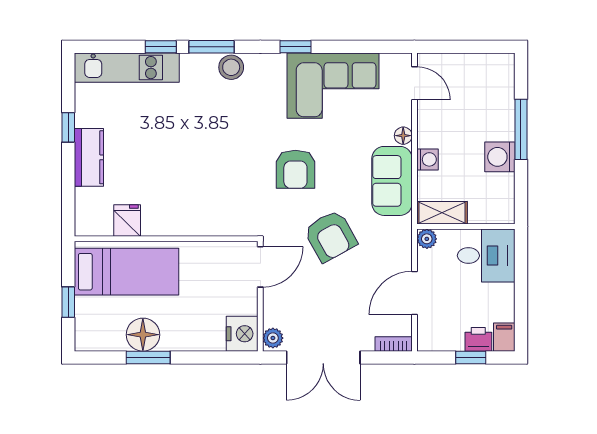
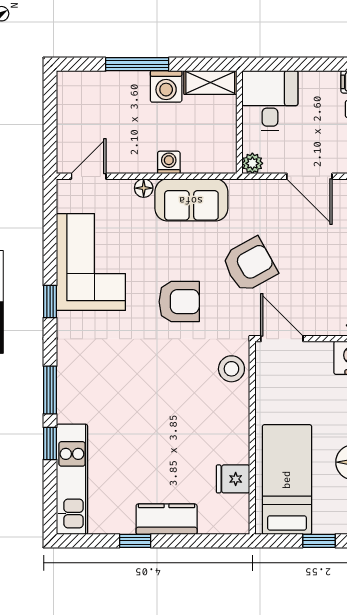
stool: (231, 67) -> (231, 369), moved
shelving: (442, 213) -> (210, 83), moved, turned 90

